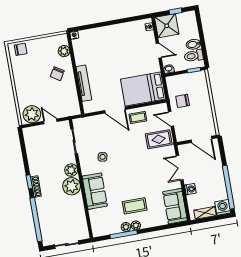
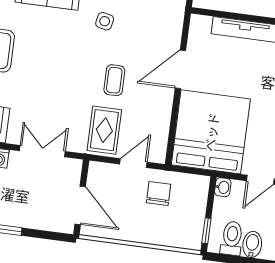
bed: (143, 89) -> (211, 132), width x1.36
coffee table: (138, 118) -> (114, 80), moved
door: (201, 139) -> (80, 205), swing flipped

